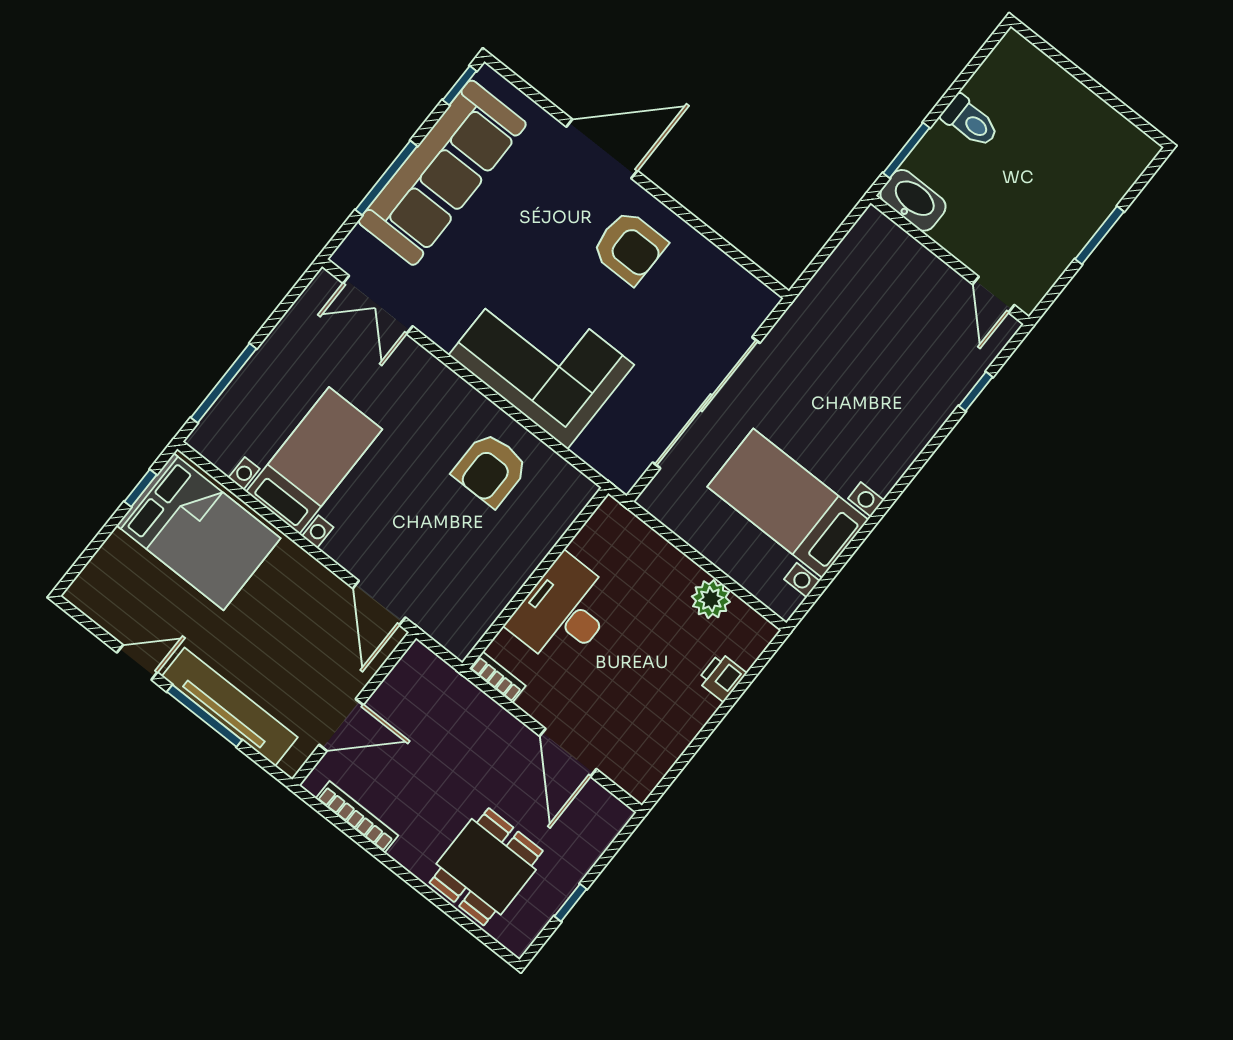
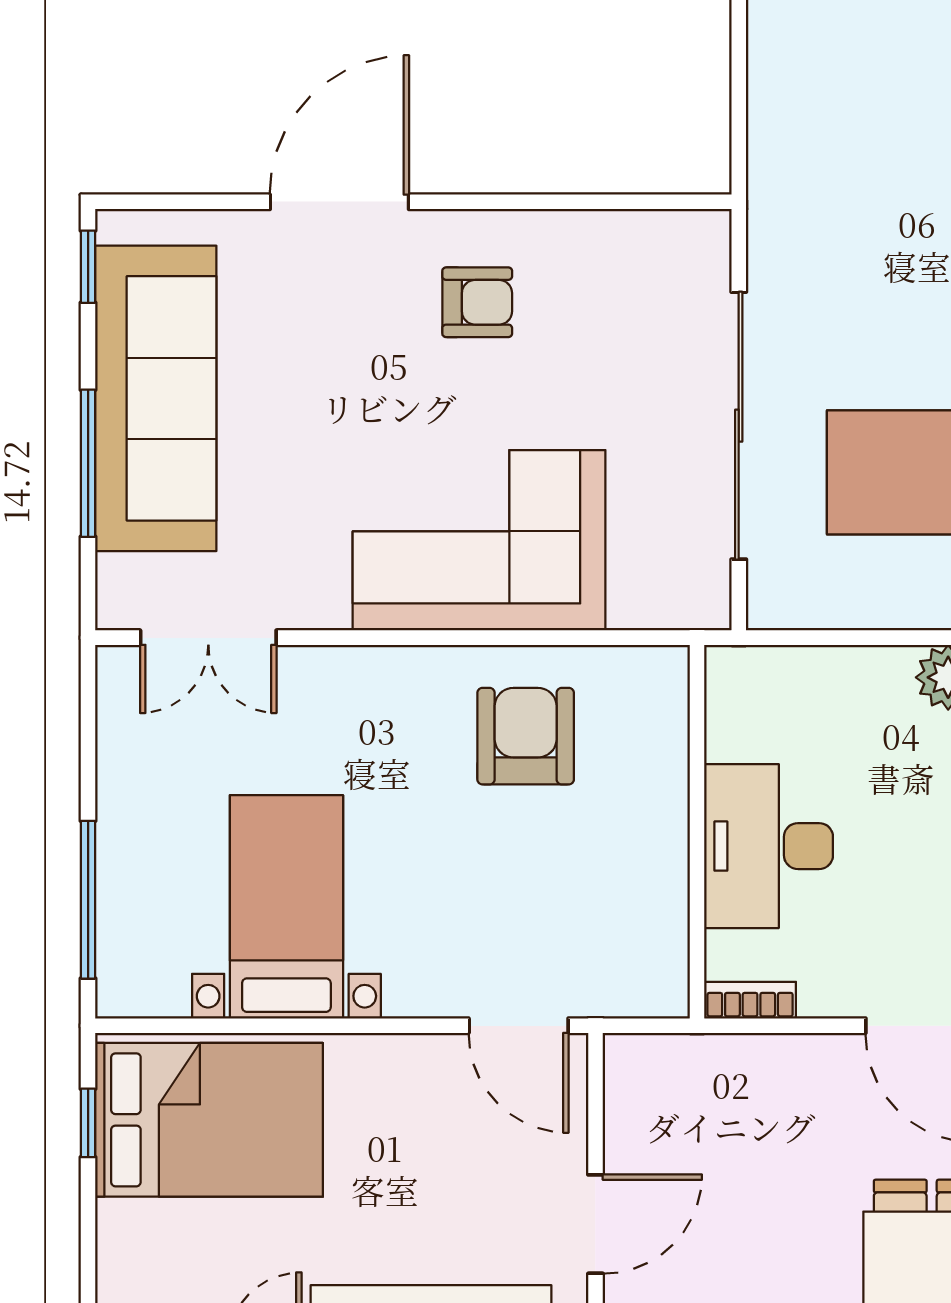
armchair: (629, 247) -> (477, 302), width x0.72, depth x0.72
armchair: (490, 469) -> (526, 736), turned 180

